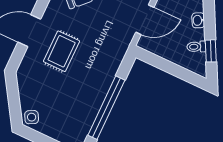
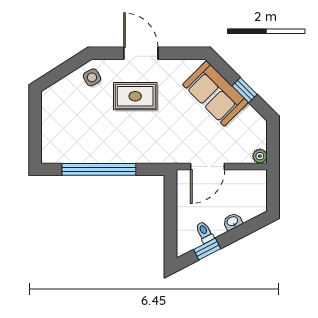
door: (145, 20) -> (208, 166), hinge flipped
side table: (32, 117) -> (92, 77), moved

